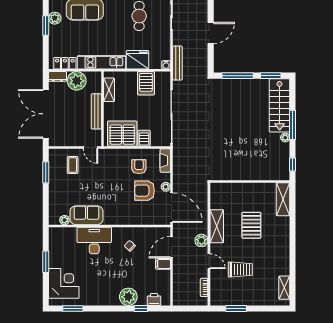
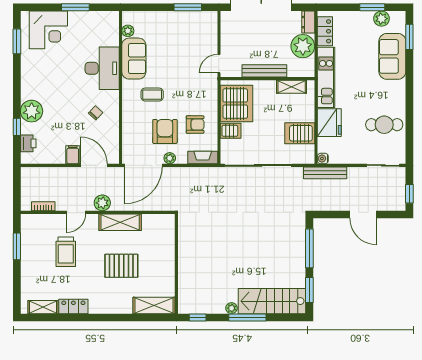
coffee table: (73, 165) -> (152, 95), moved
locker: (284, 263) -> (73, 306), added

